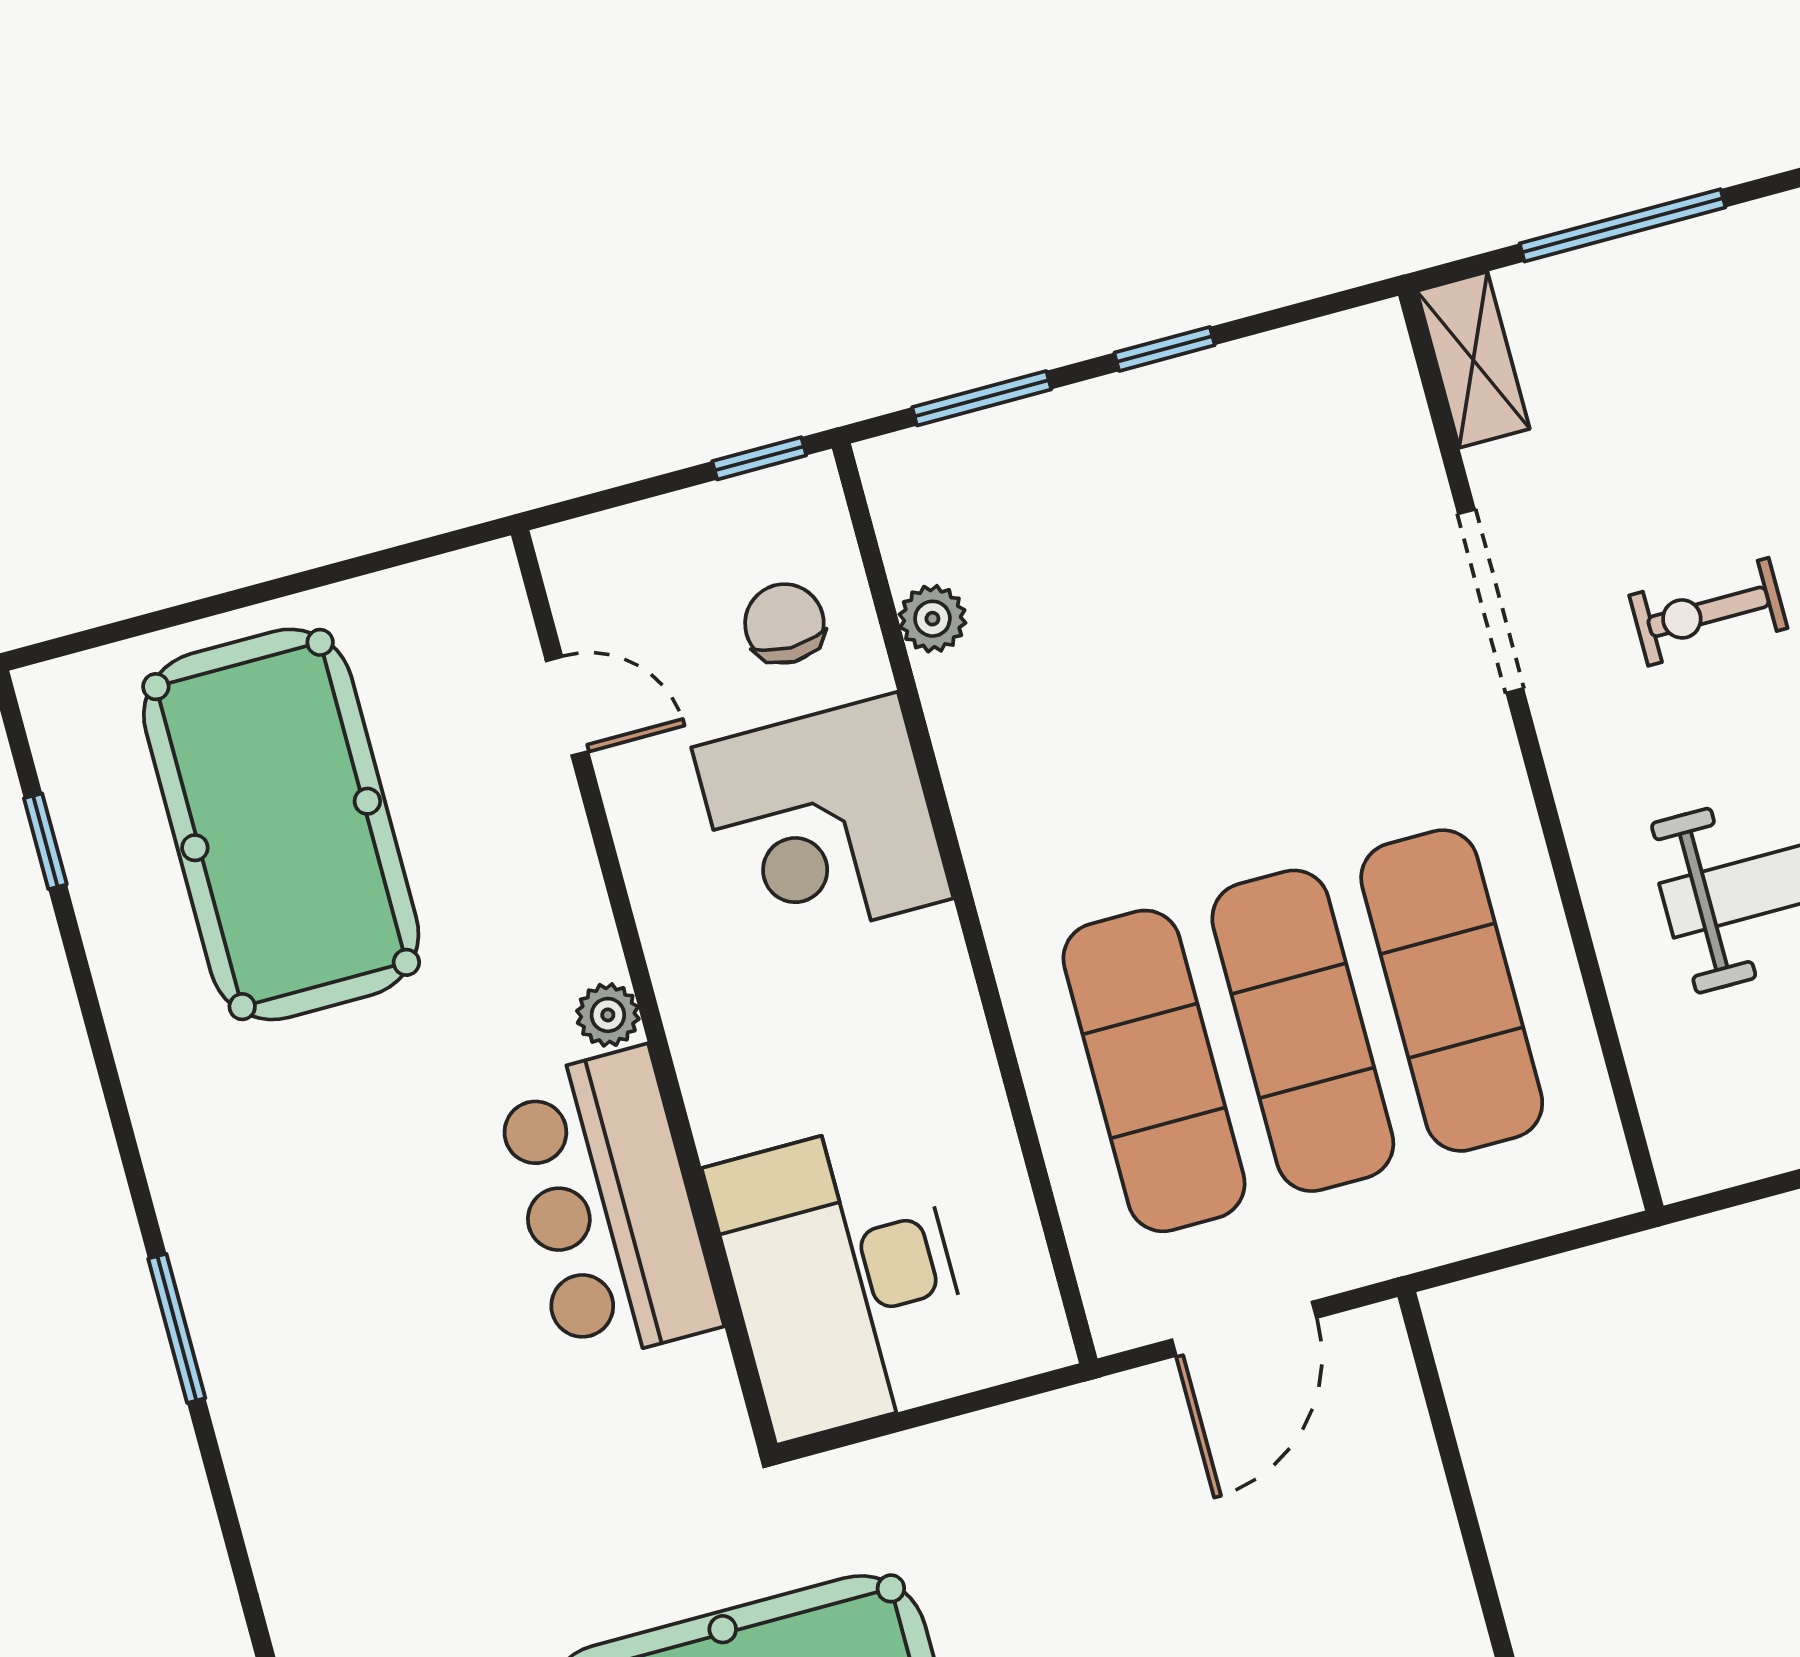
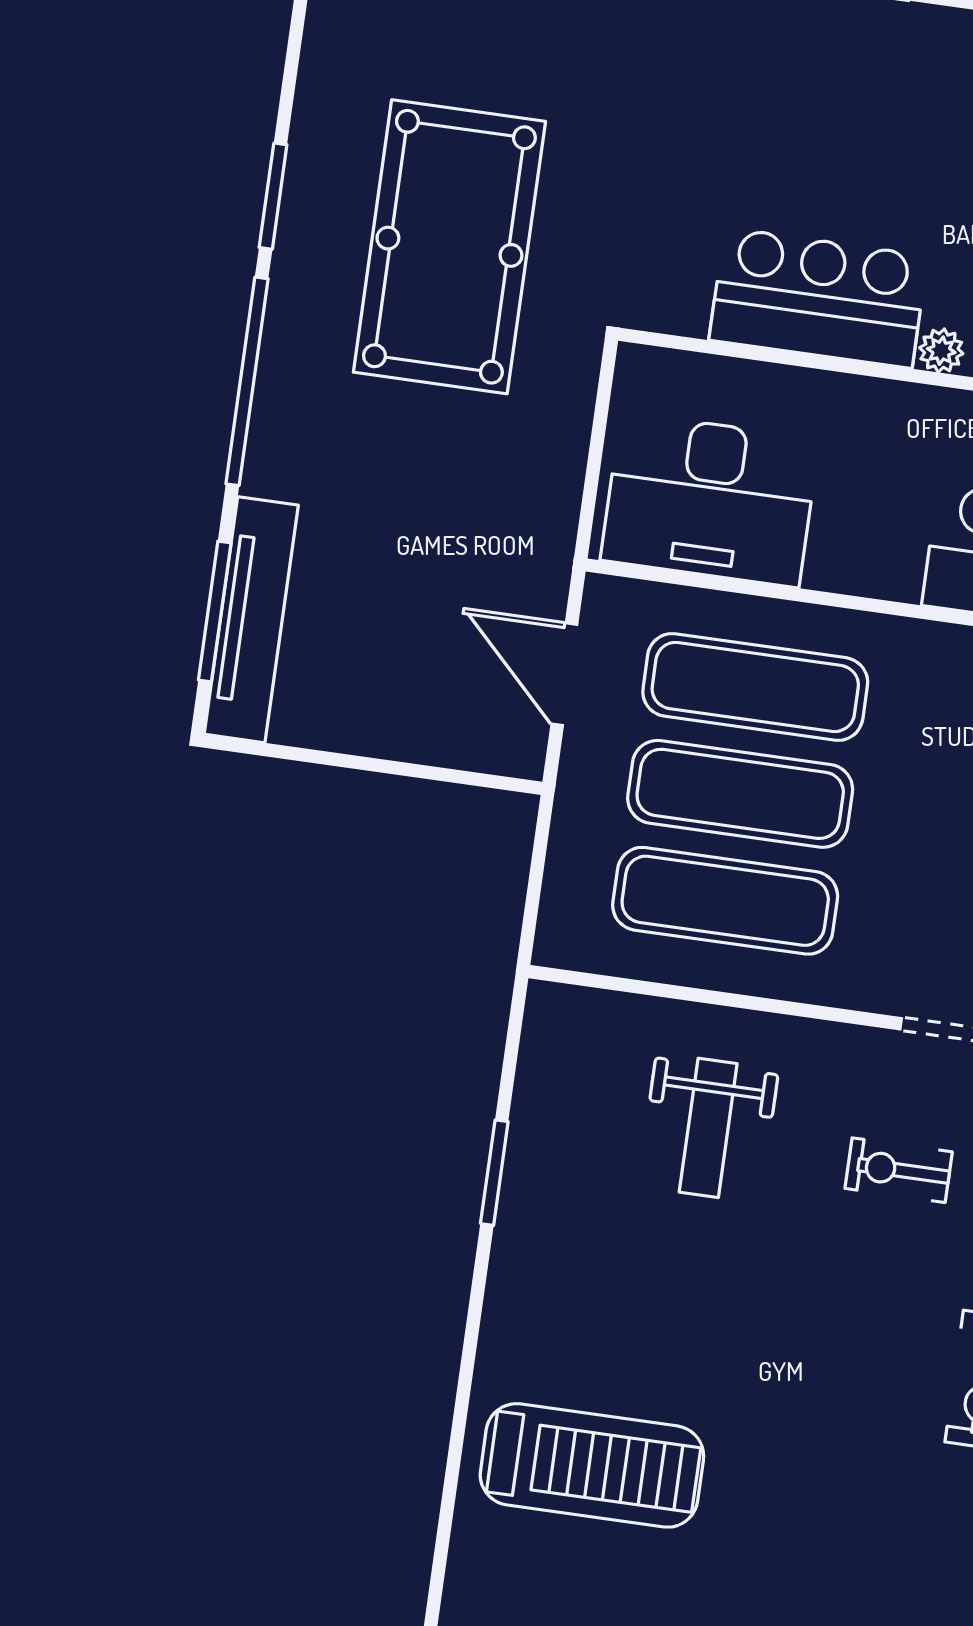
exercise bike: (1708, 612) -> (899, 1170), turned -90
desk: (842, 1279) -> (710, 500), moved, turned 180

